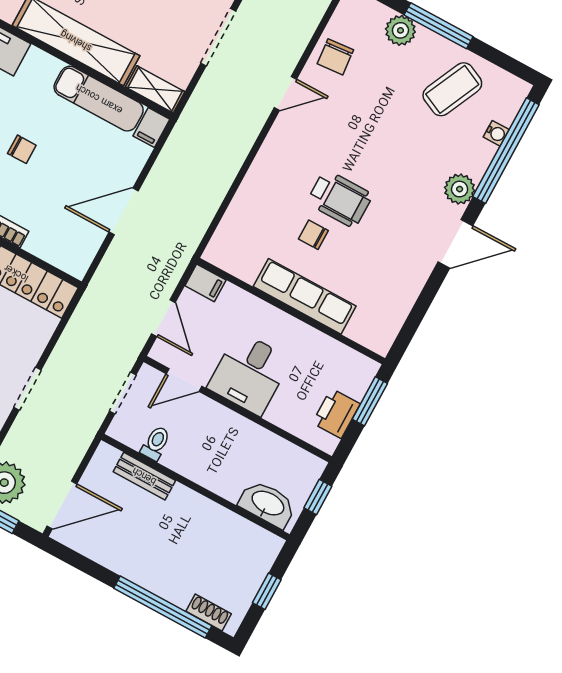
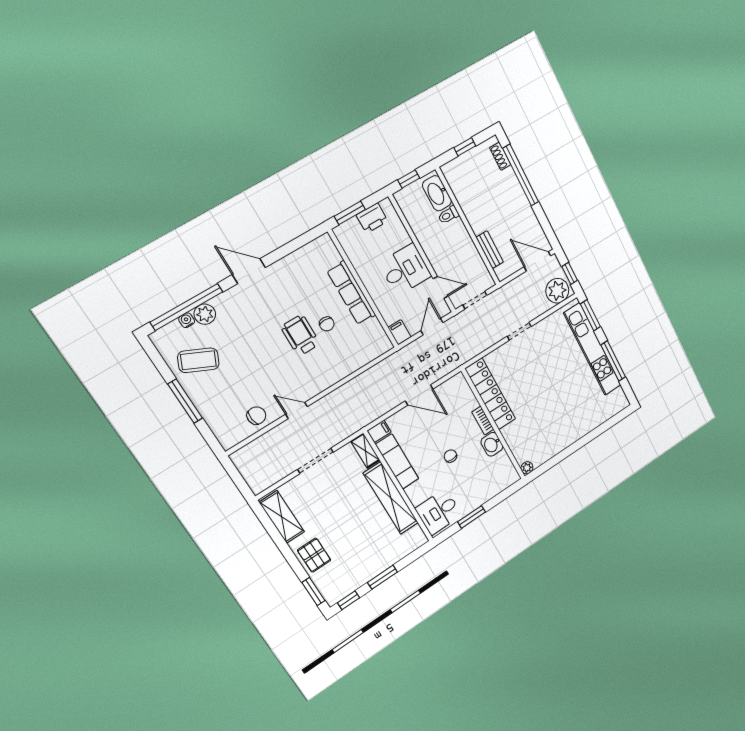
plant: (400, 30) -> (210, 410), removed
plant: (460, 189) -> (205, 314), moved
toilet: (156, 443) -> (448, 215), moved

